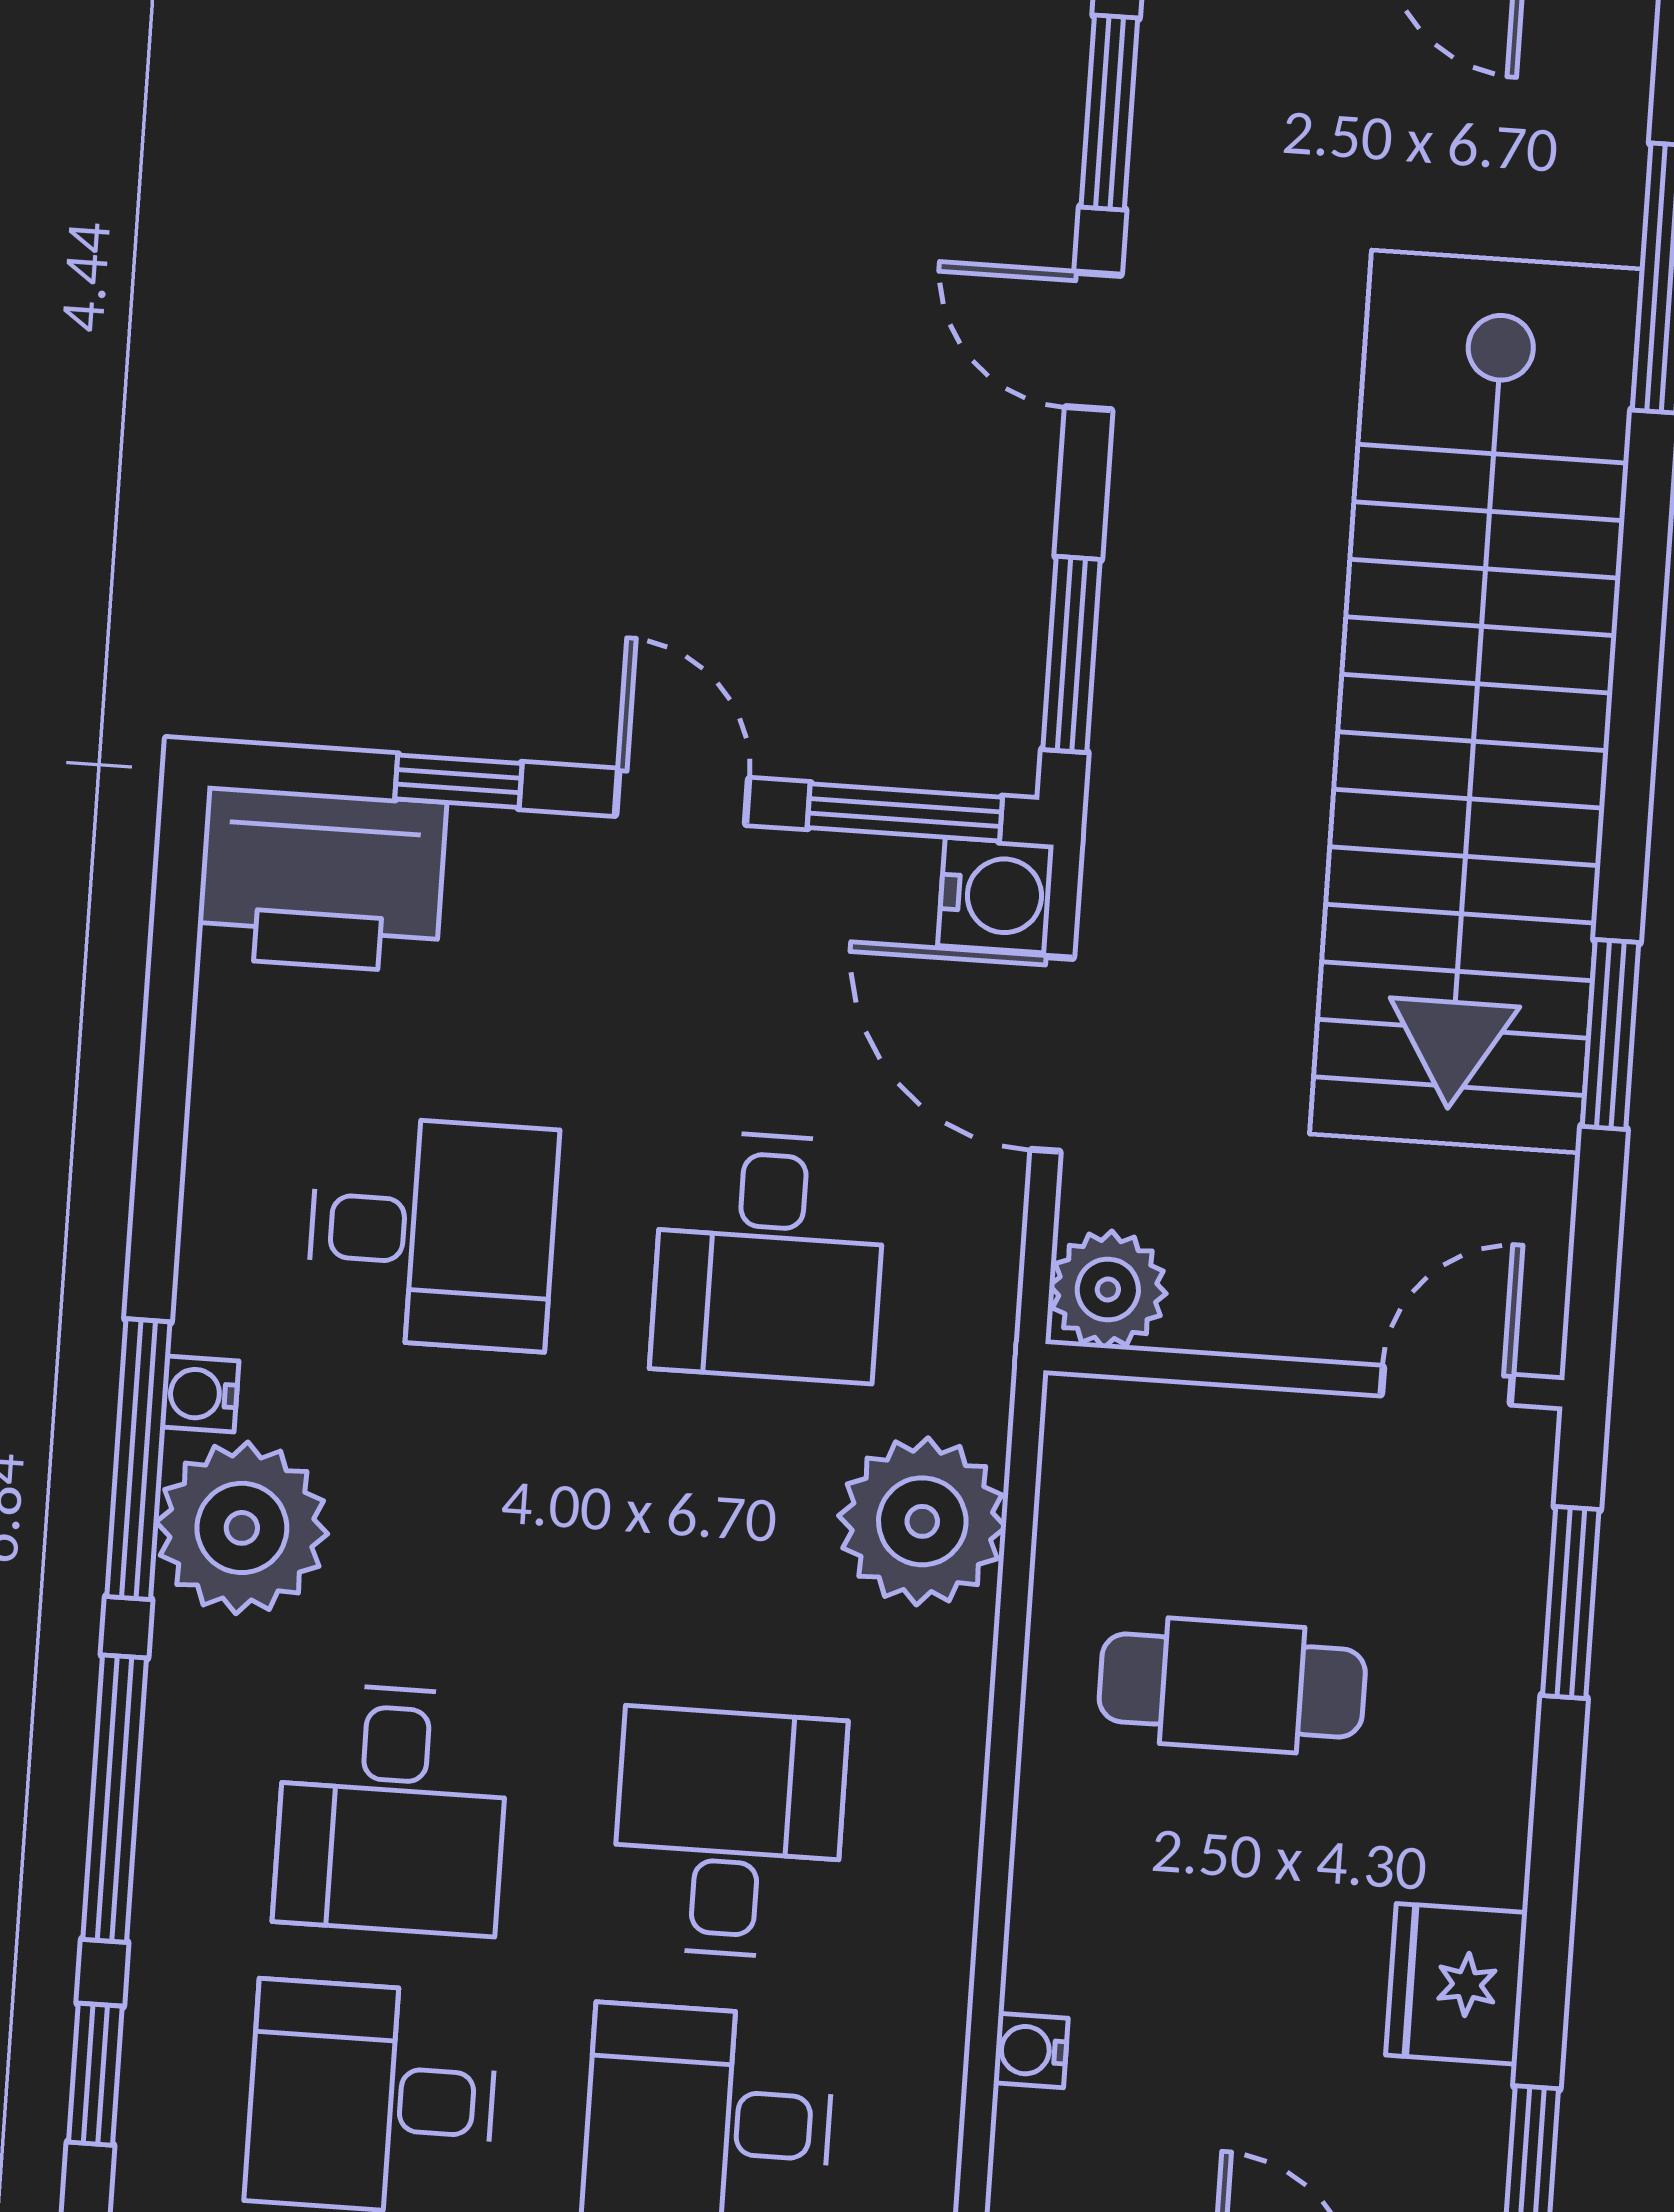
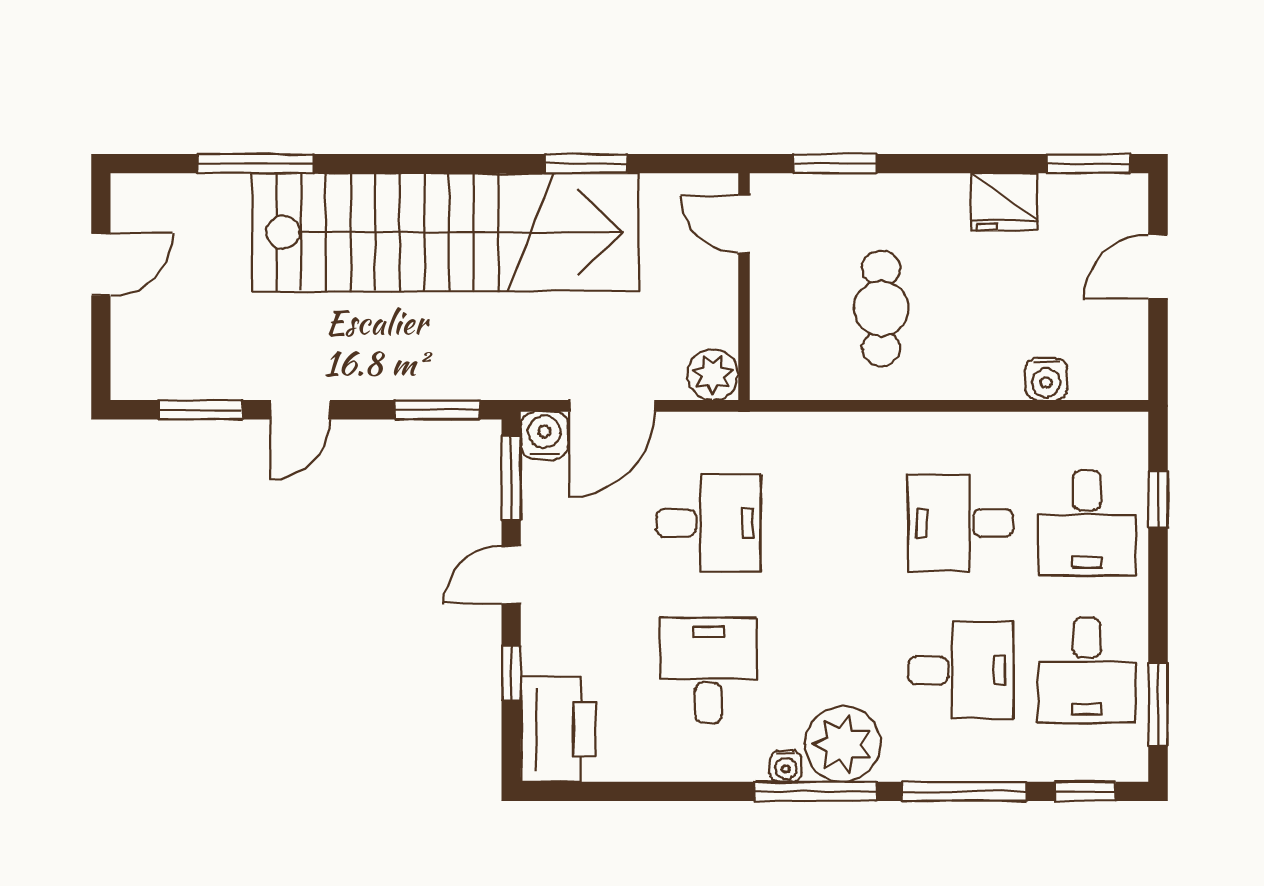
plant: (922, 1521) -> (819, 448), removed
water cooler: (1031, 2050) -> (1046, 379), width x1.38, depth x1.38

